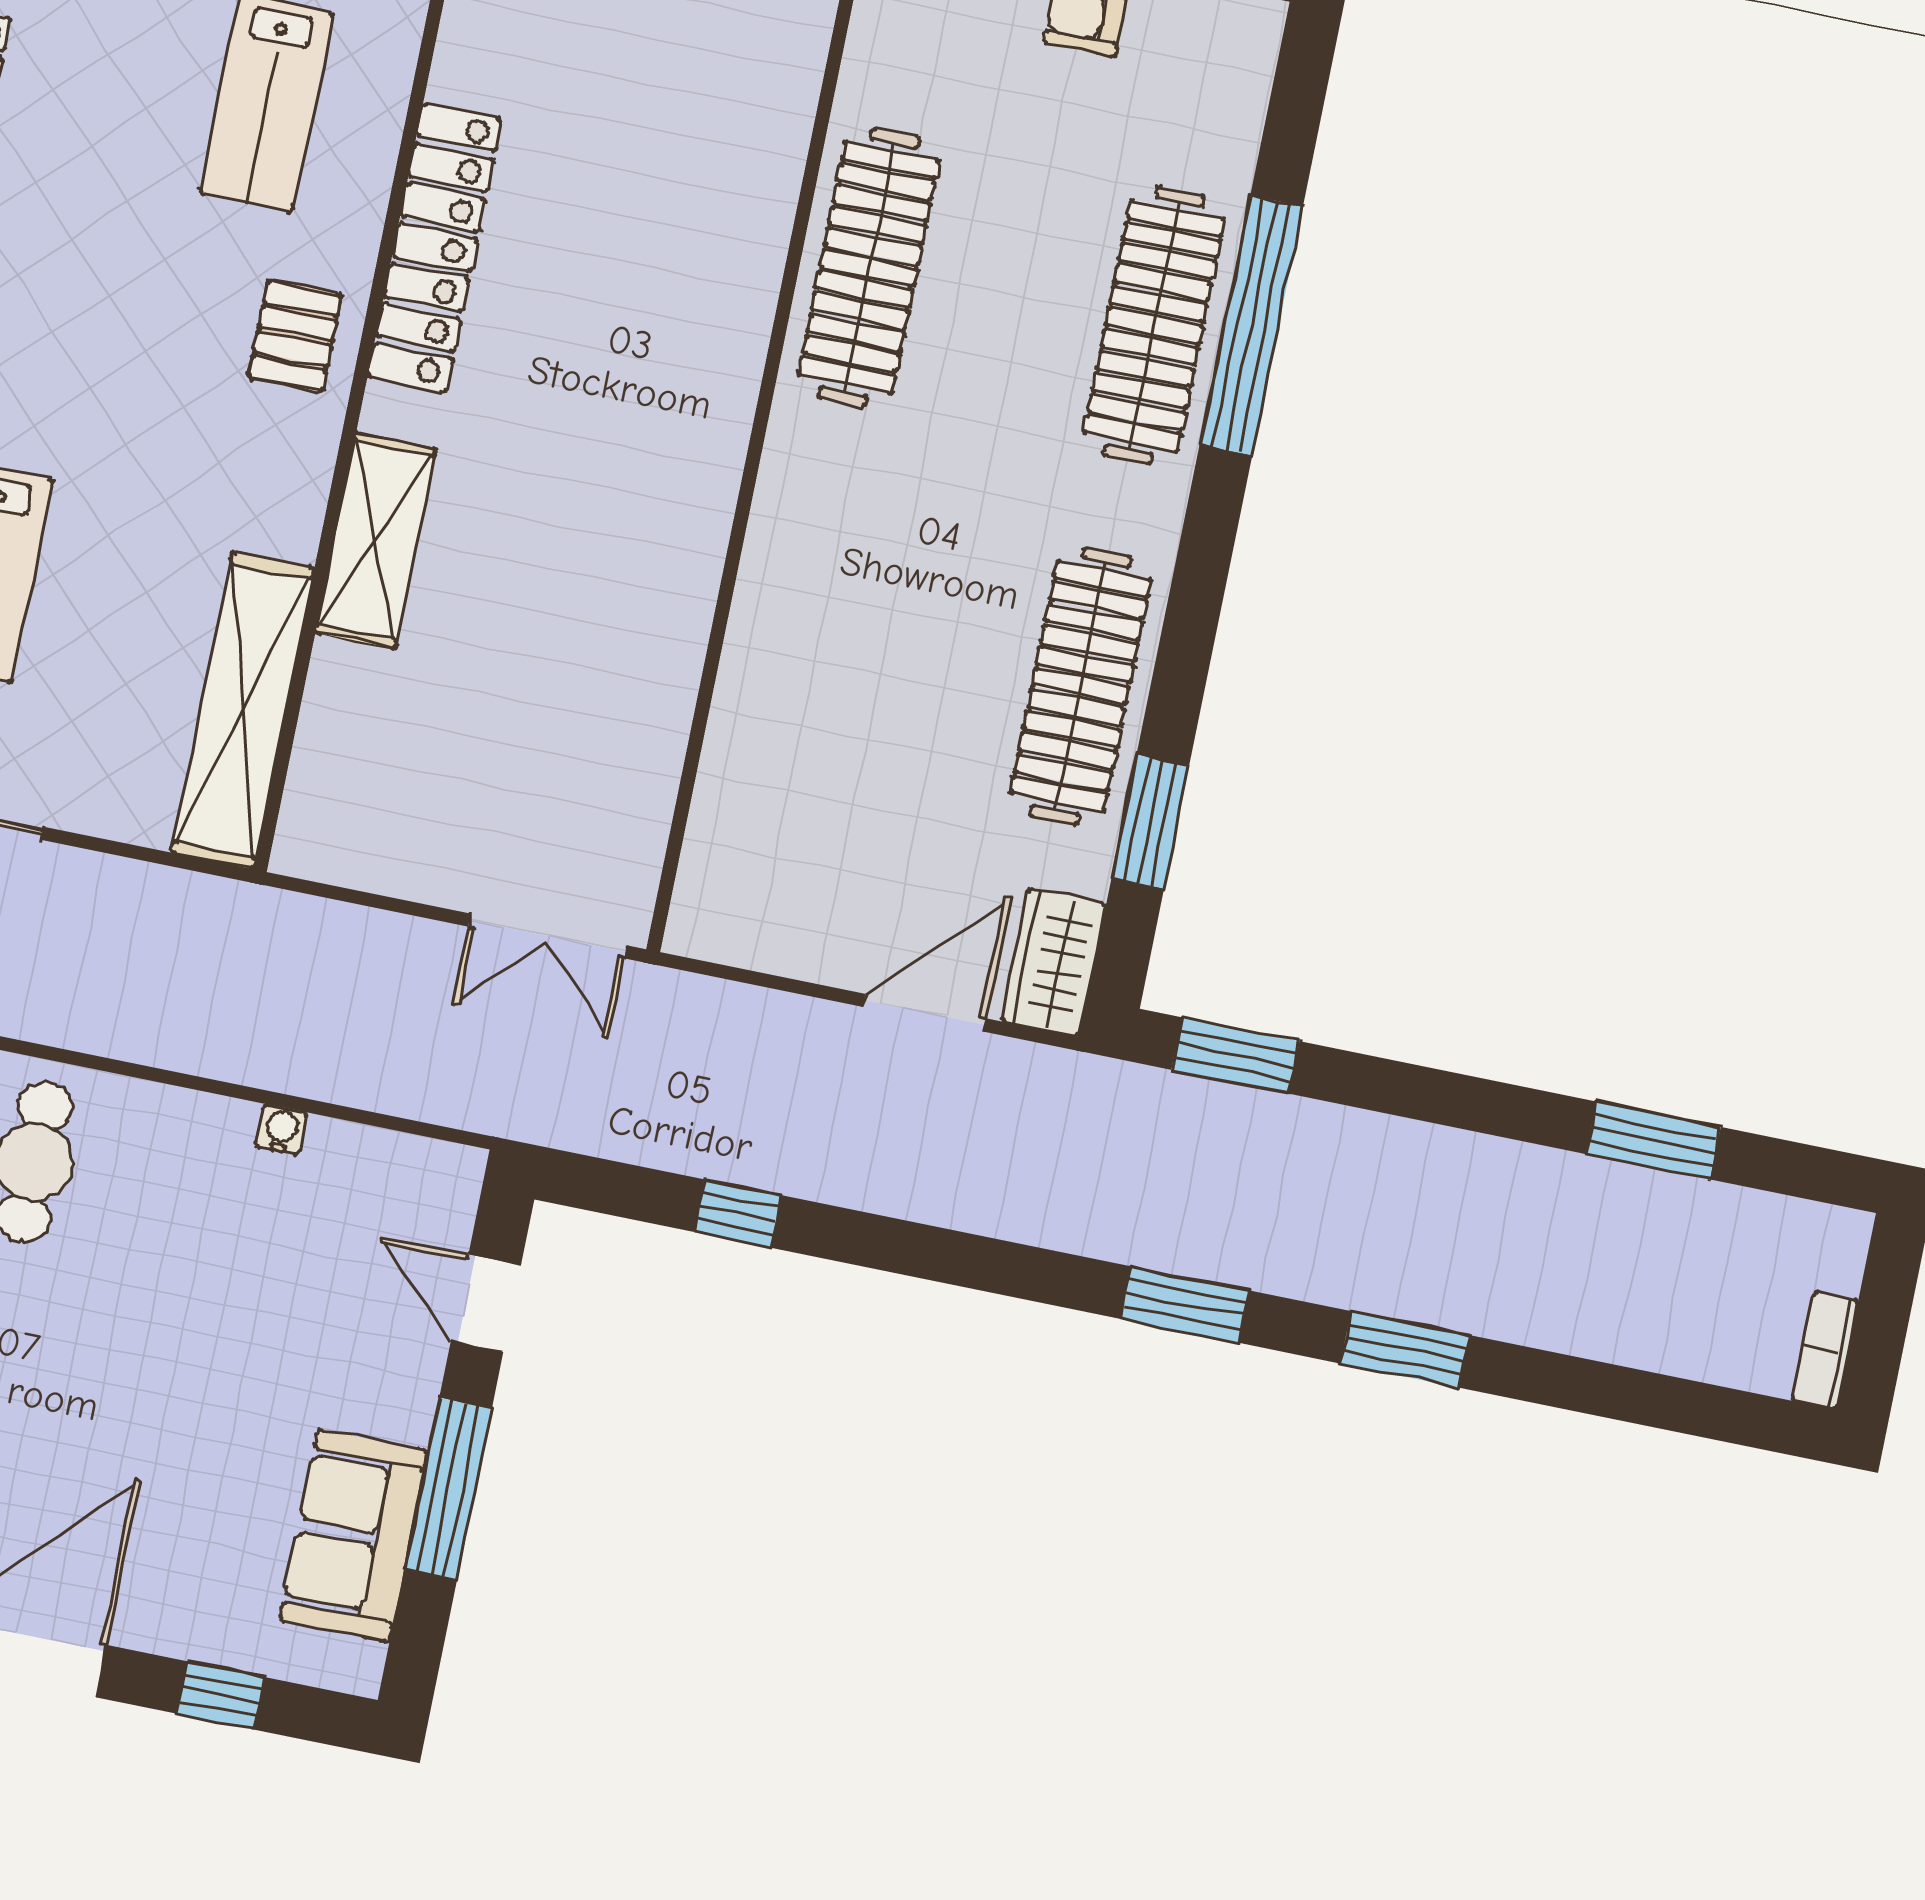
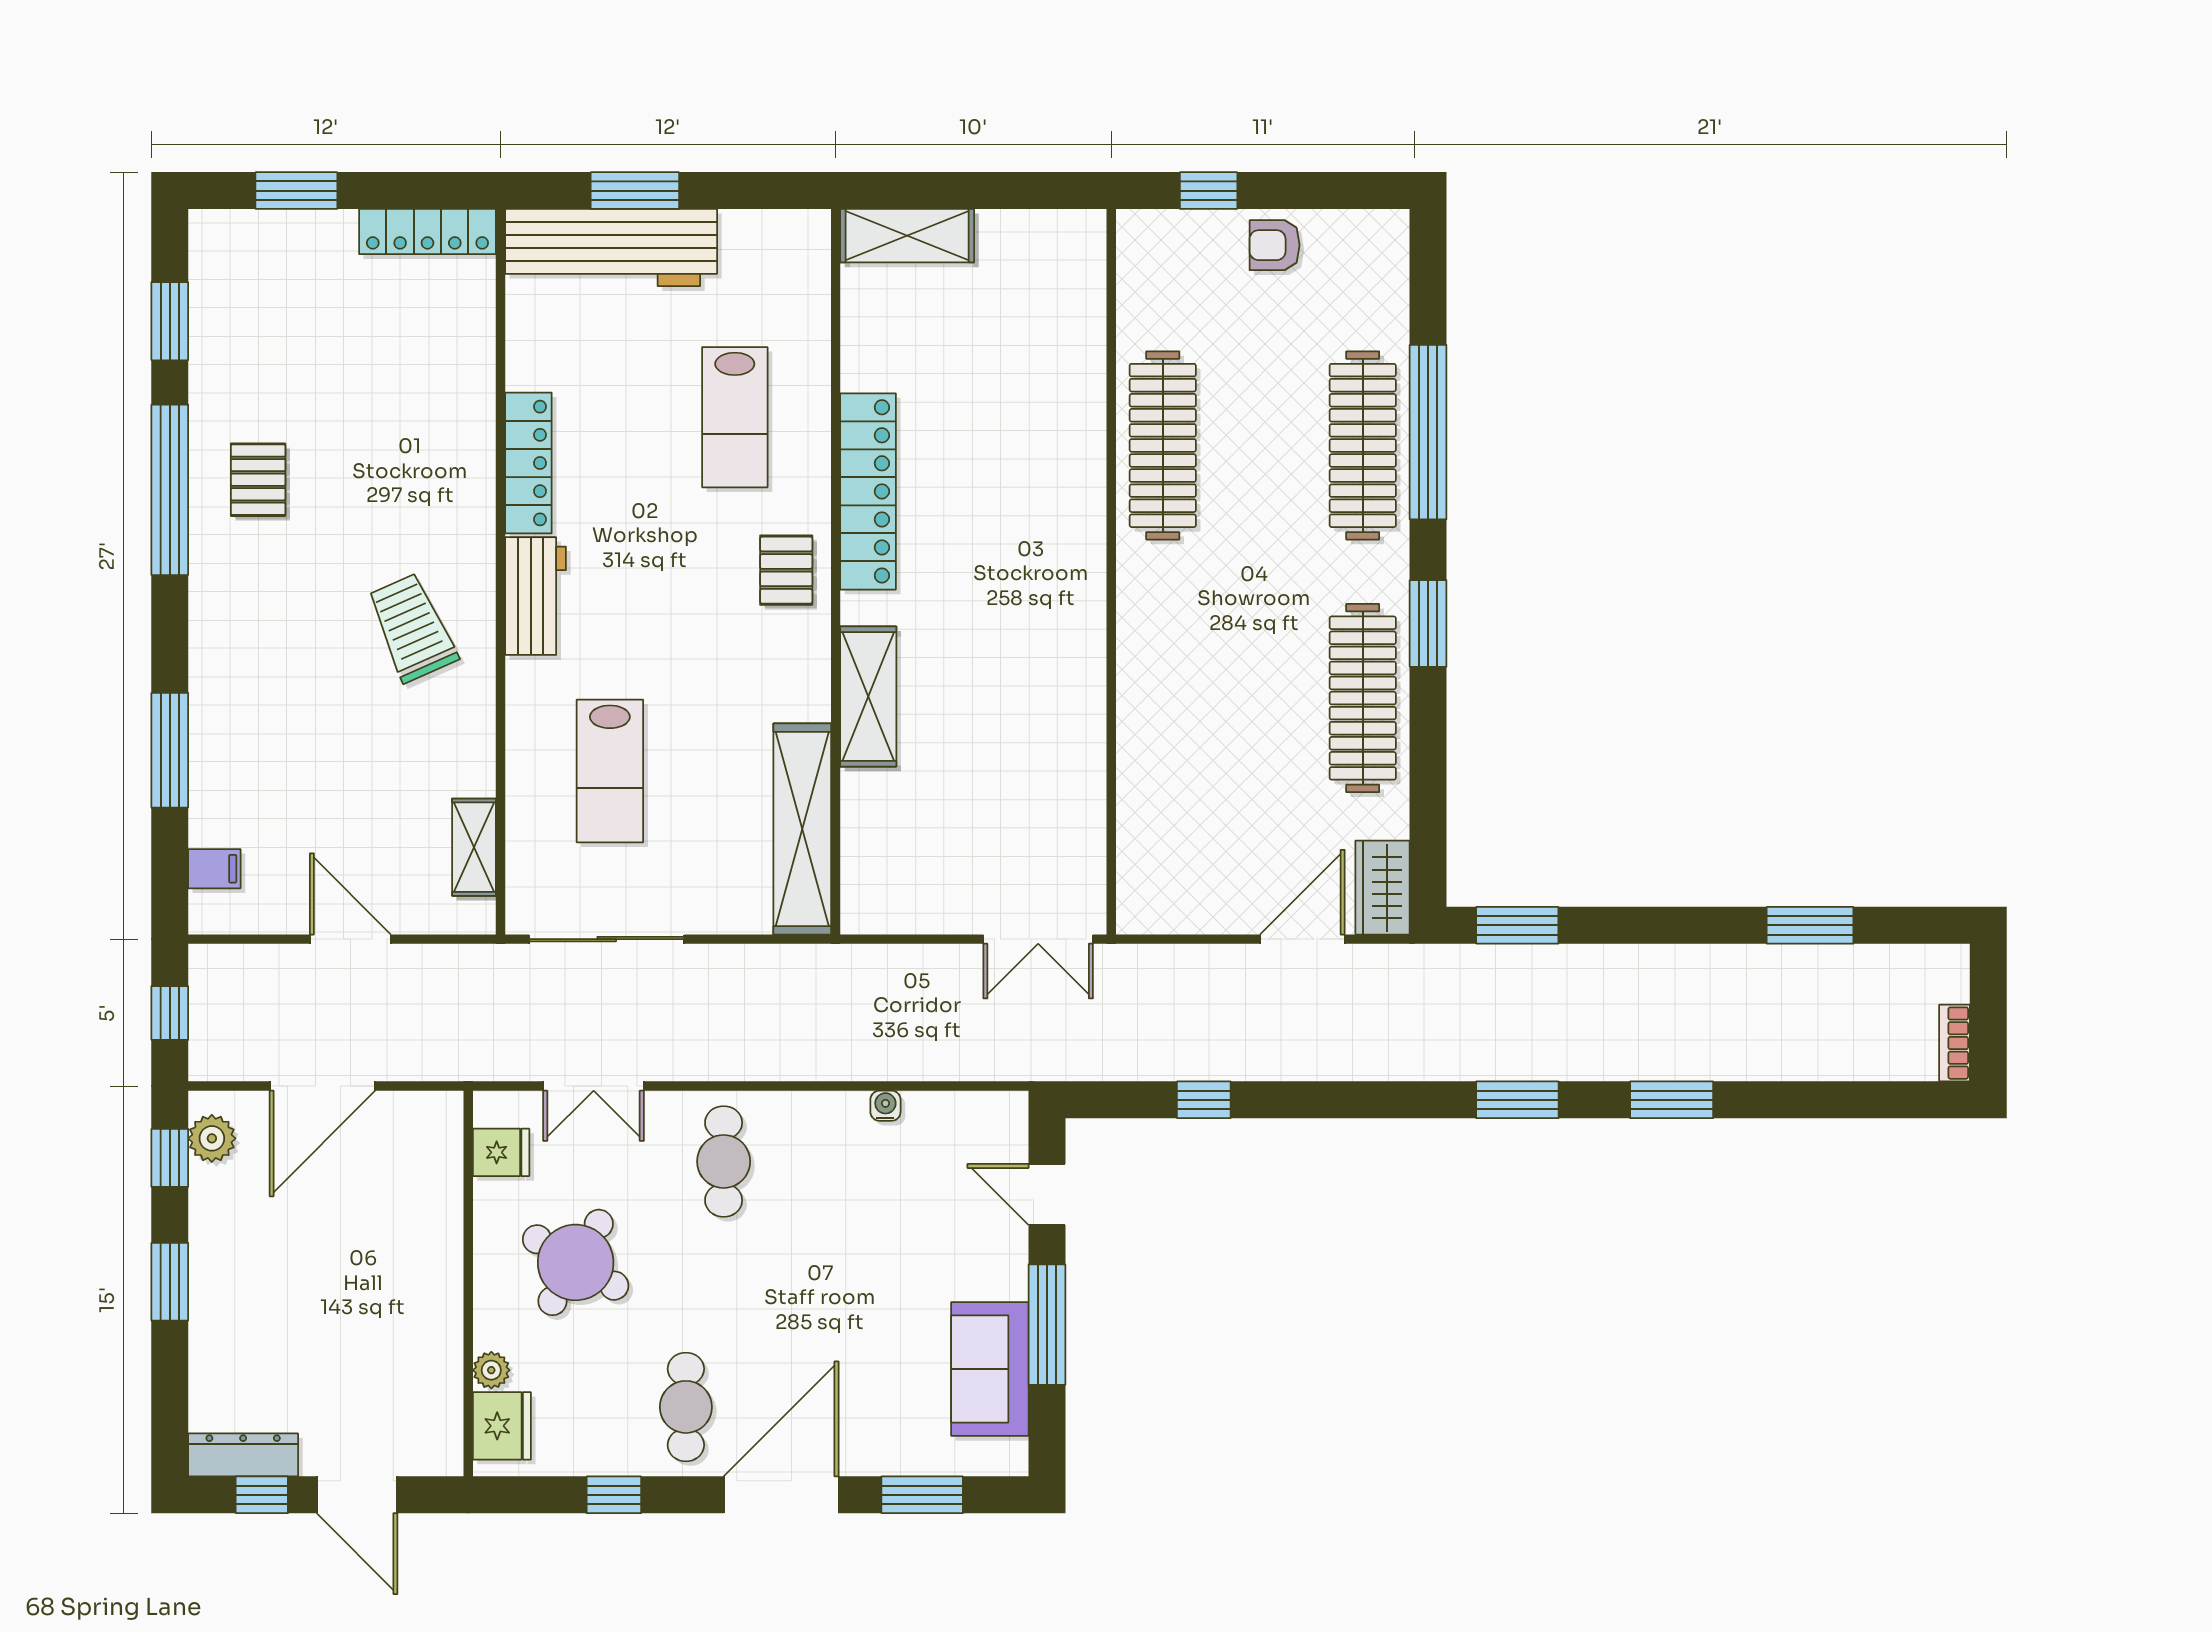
window: (1150, 822) -> (1428, 623), moved
window: (221, 1695) -> (922, 1495), width x1.50

